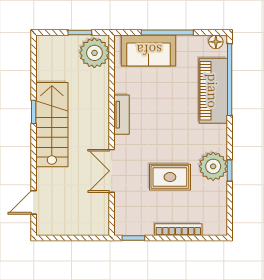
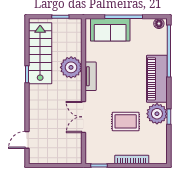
plant: (94, 53) -> (71, 67), moved
piano: (213, 91) -> (157, 79), moved
stairs: (52, 125) -> (40, 53), moved

